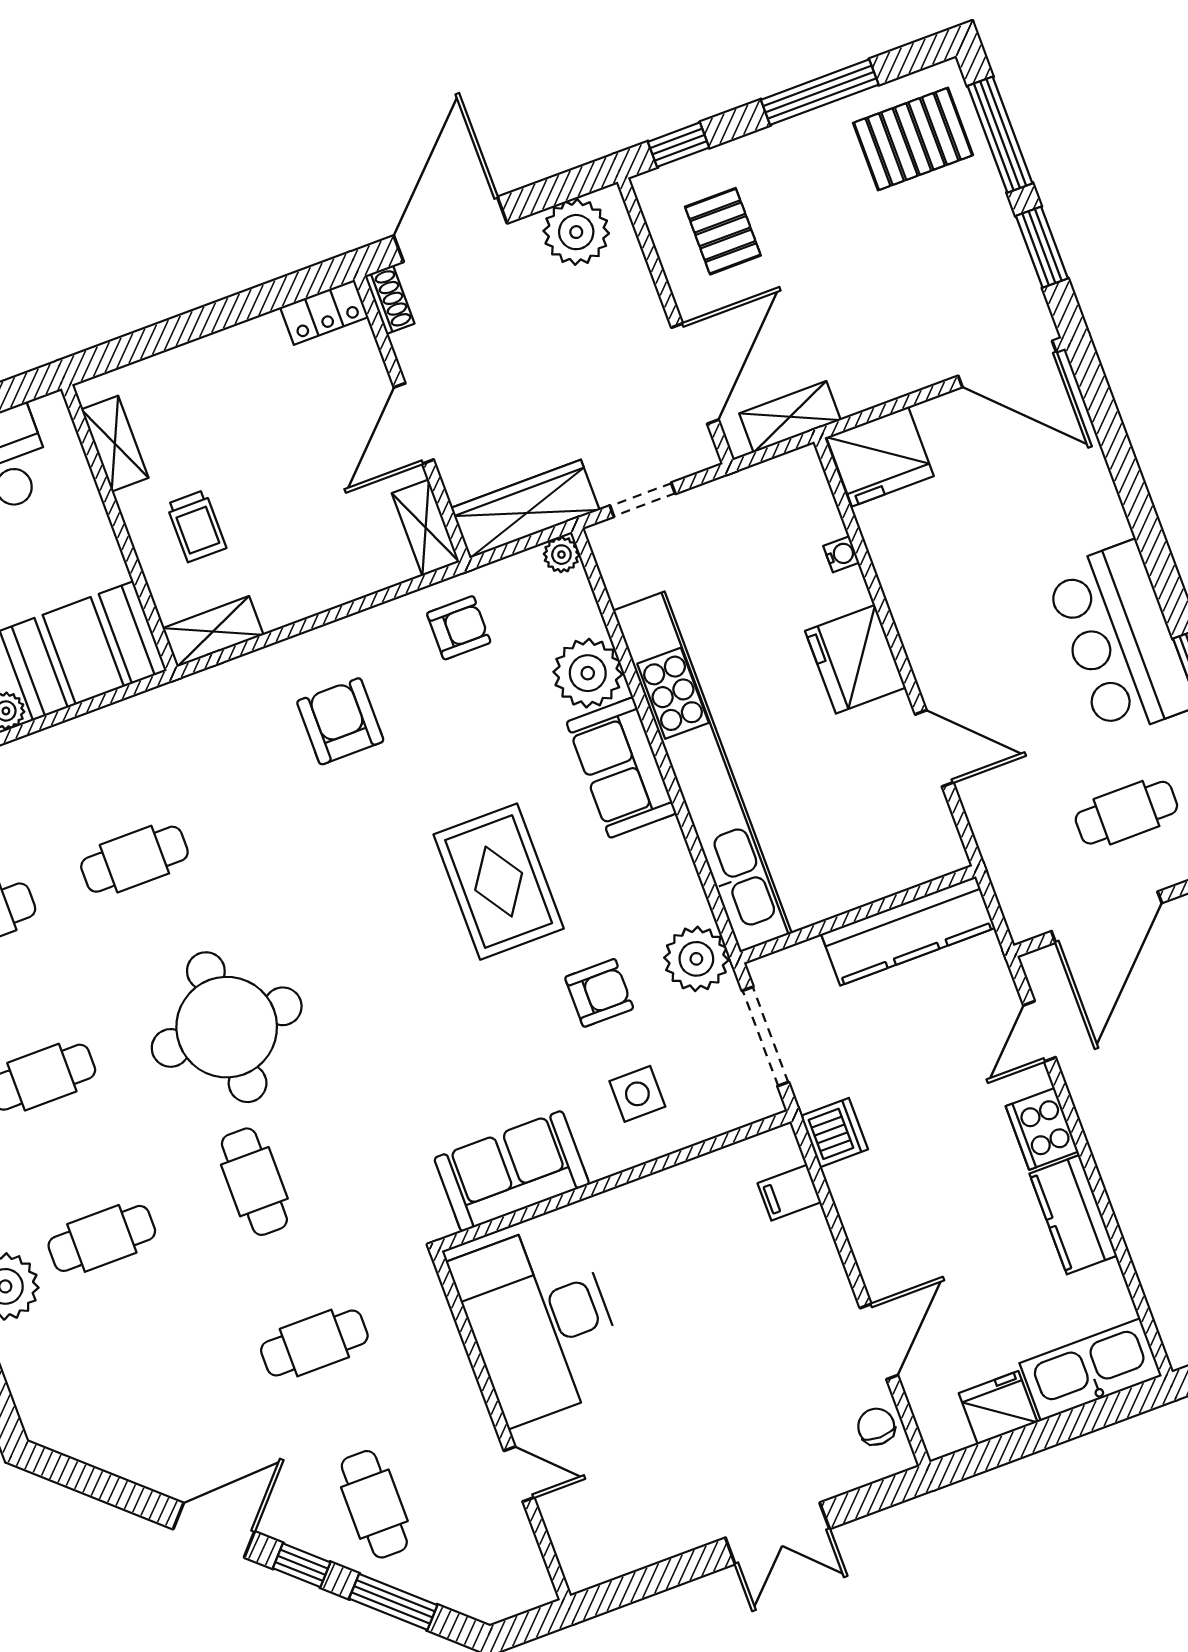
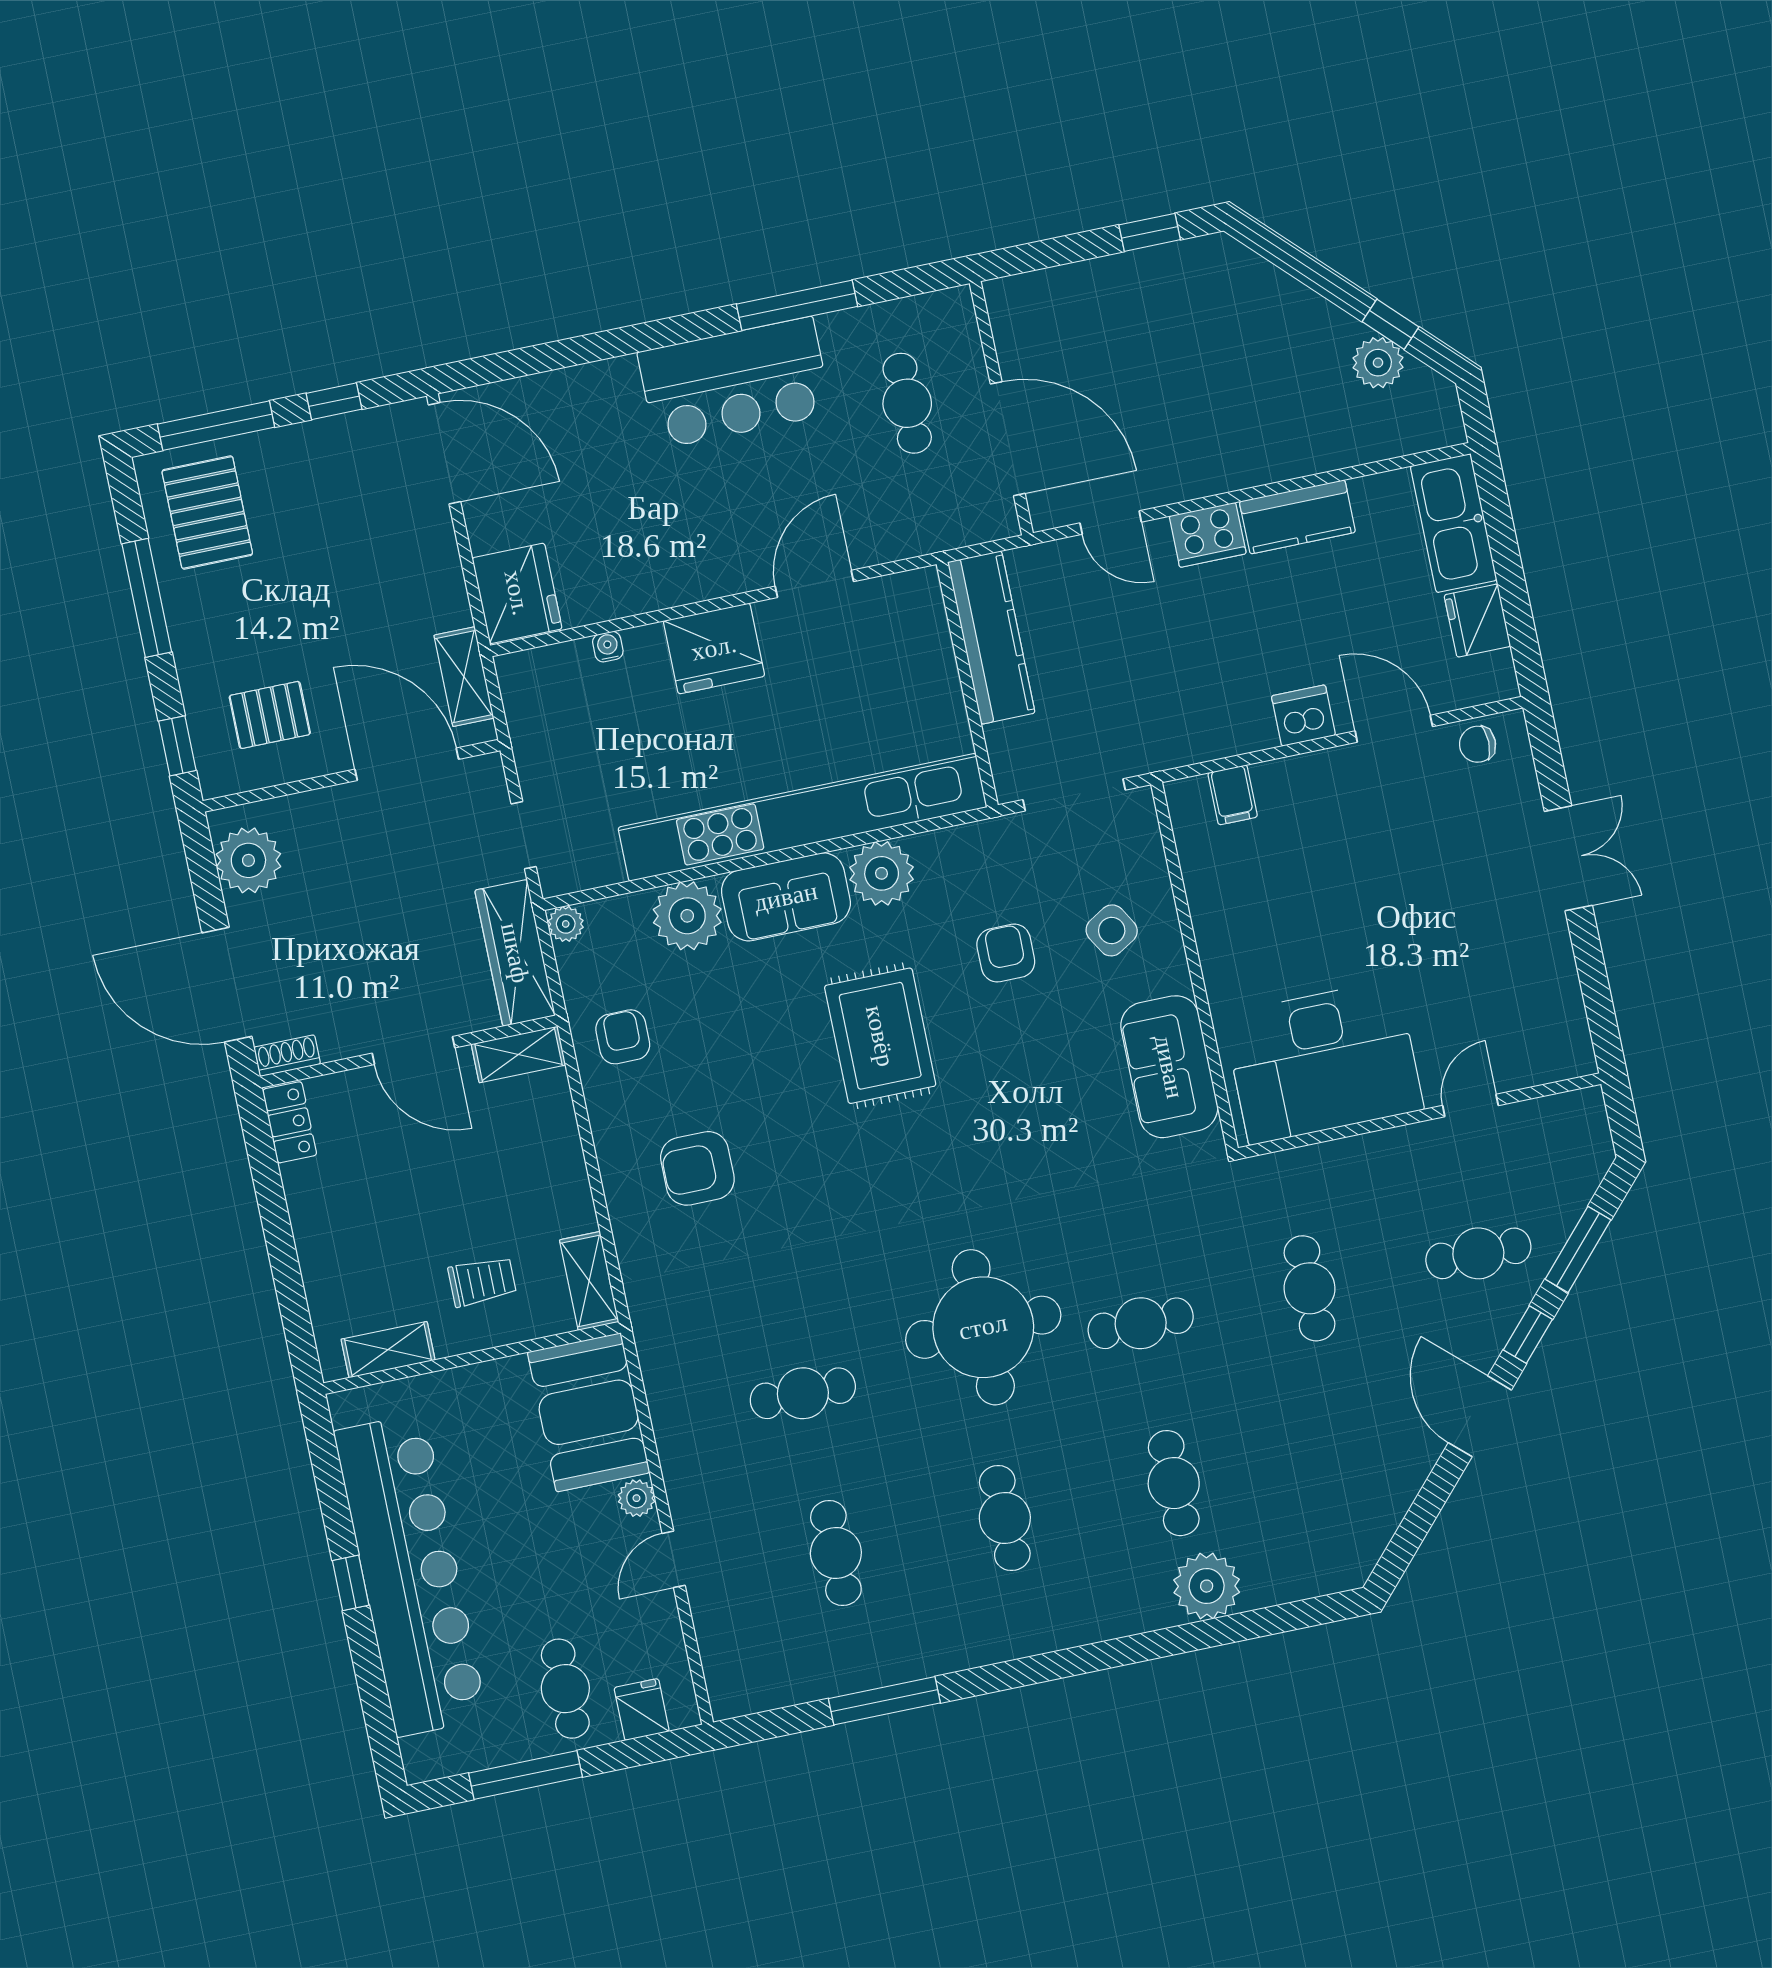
window: (1042, 247) -> (334, 401), width x0.67
door: (1007, 364) -> (445, 453), hinge flipped
cafe table: (134, 859) -> (803, 1393), turned 90
rug: (499, 882) -> (880, 1036), turned 90
plant: (696, 959) -> (882, 873), moved
side table: (637, 1094) -> (1112, 930), turned -31
dishwasher: (834, 1133) -> (1303, 716), moved

